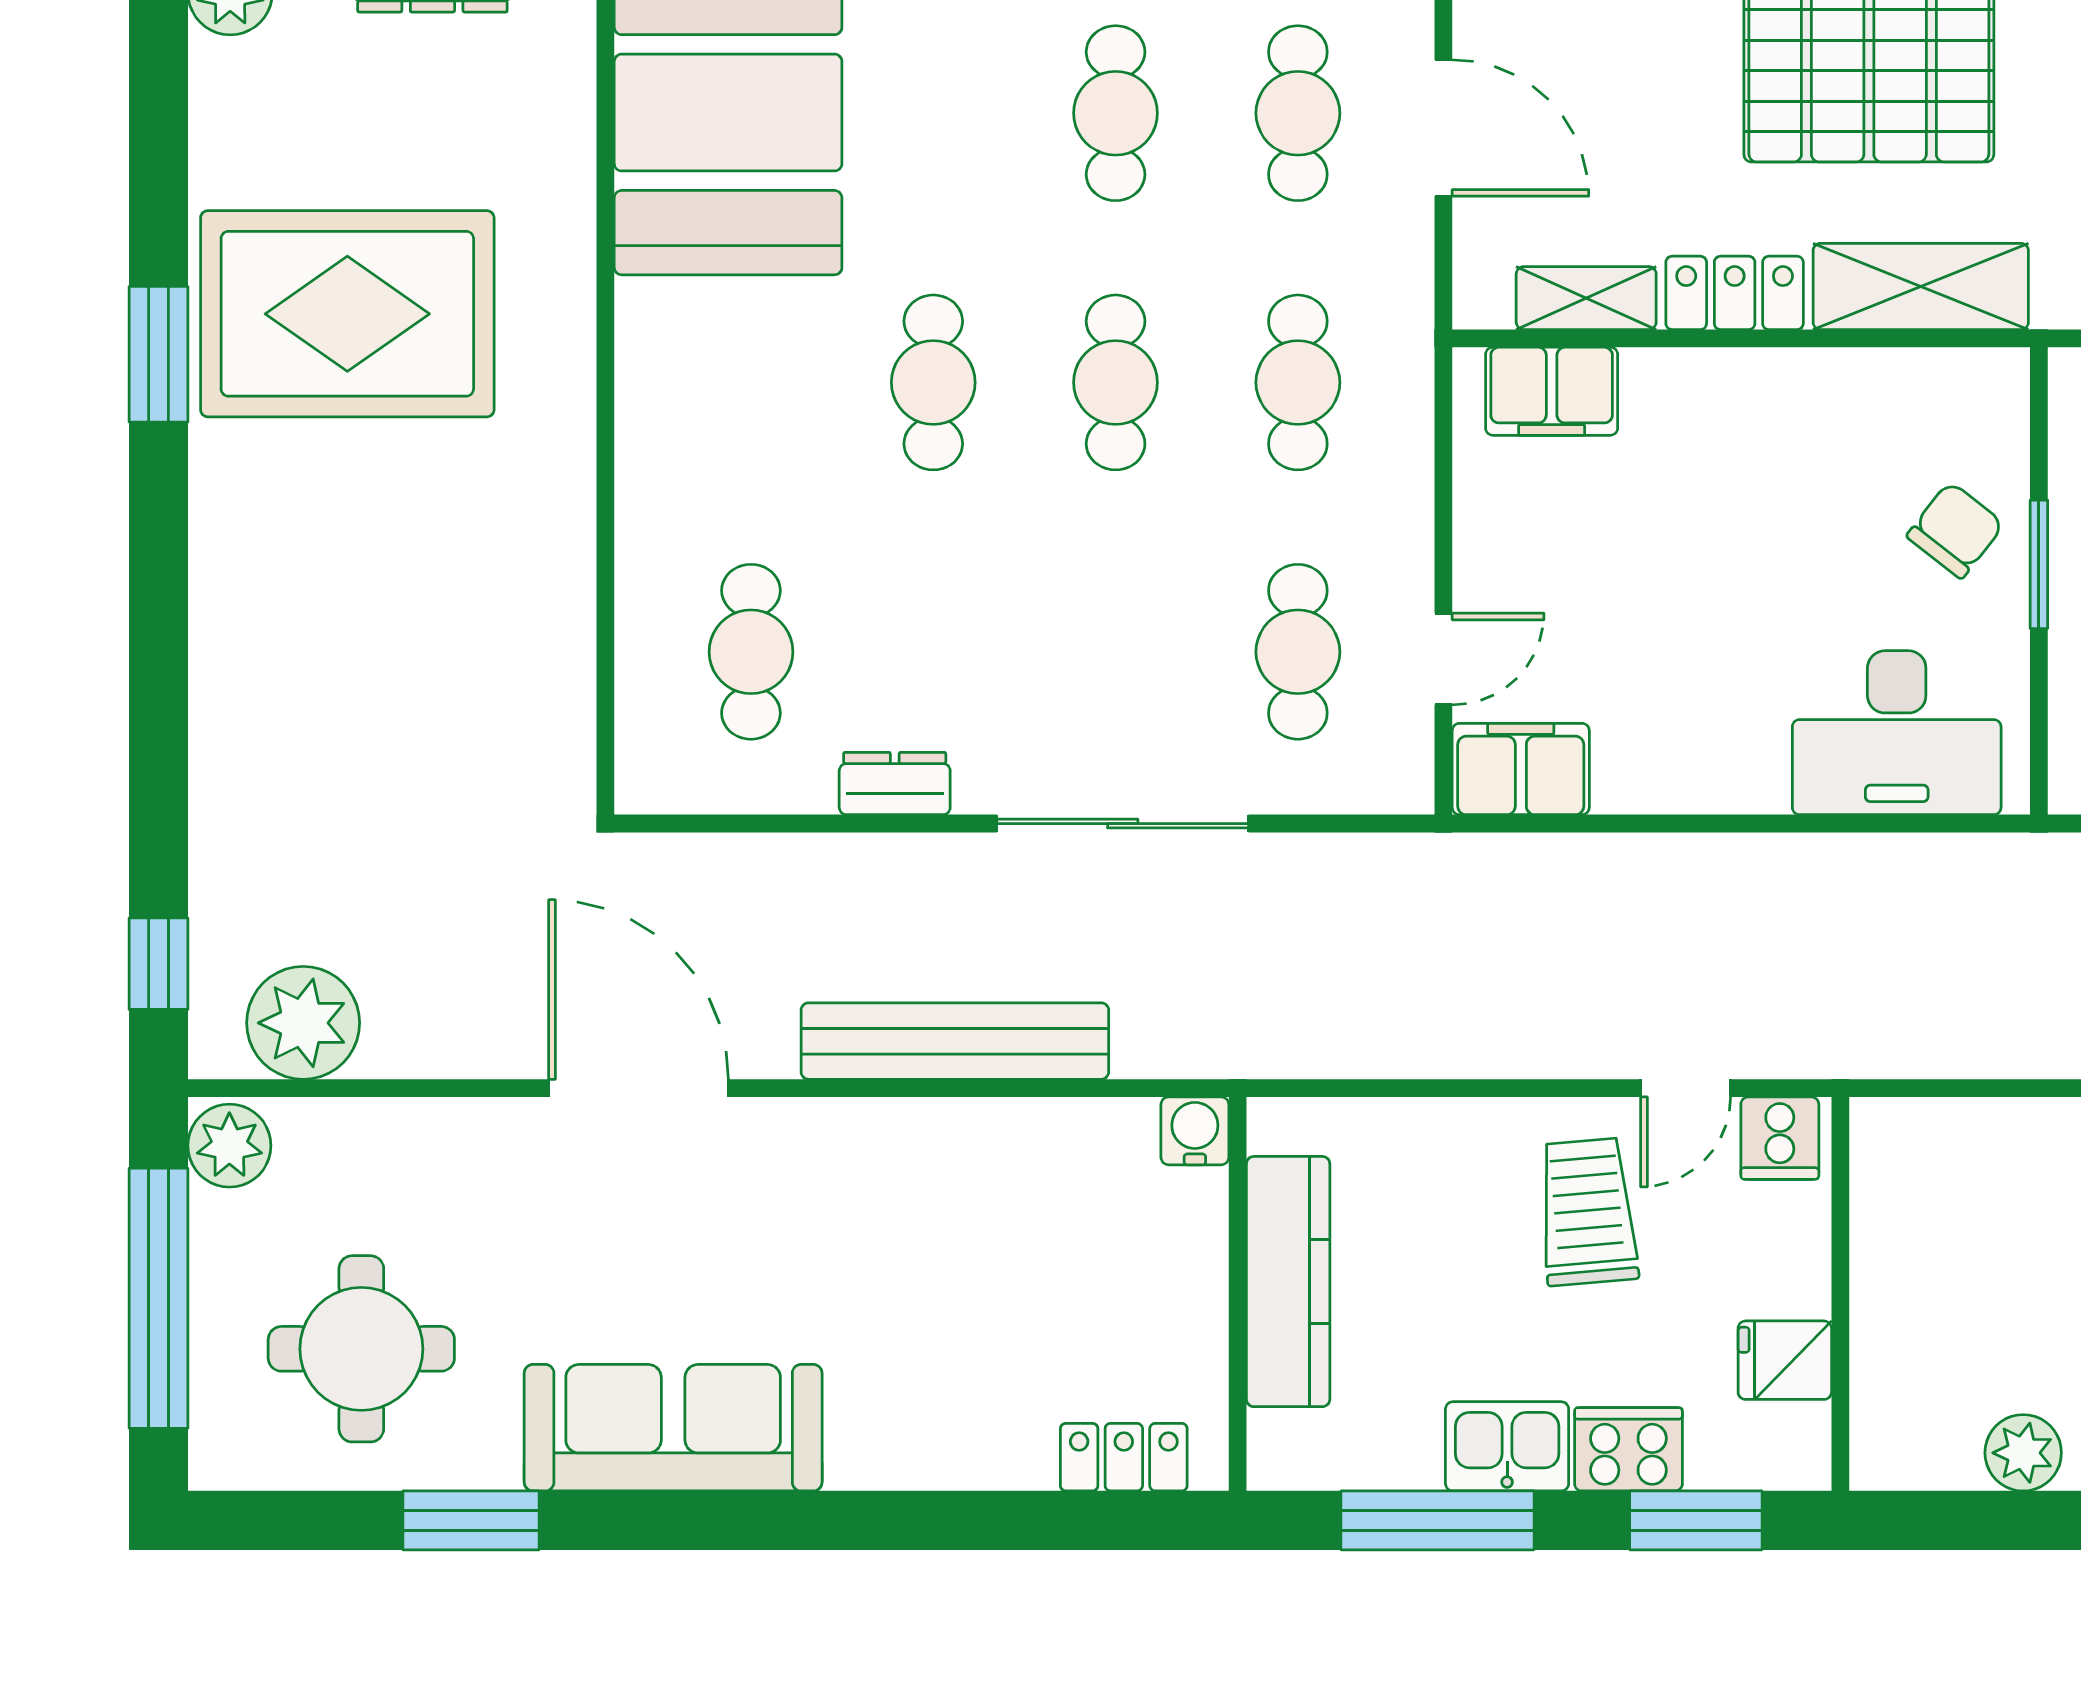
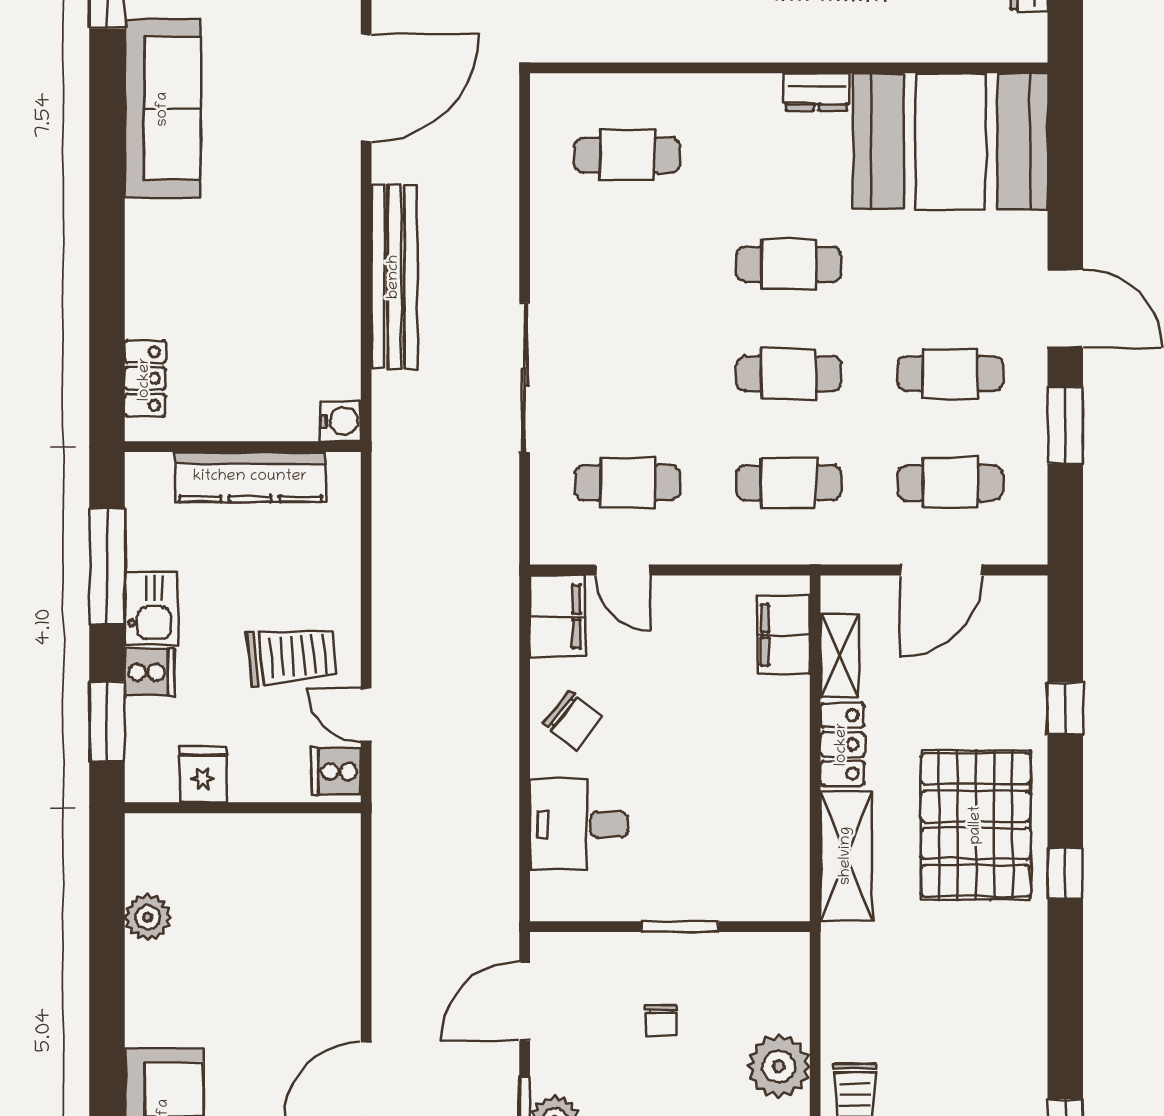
chair: (1955, 530) -> (573, 720), moved
desk: (1897, 733) -> (579, 825), width x0.73
dresser: (895, 783) -> (816, 92), moved, turned 90
cooker: (1628, 1449) -> (150, 672), width x0.73

